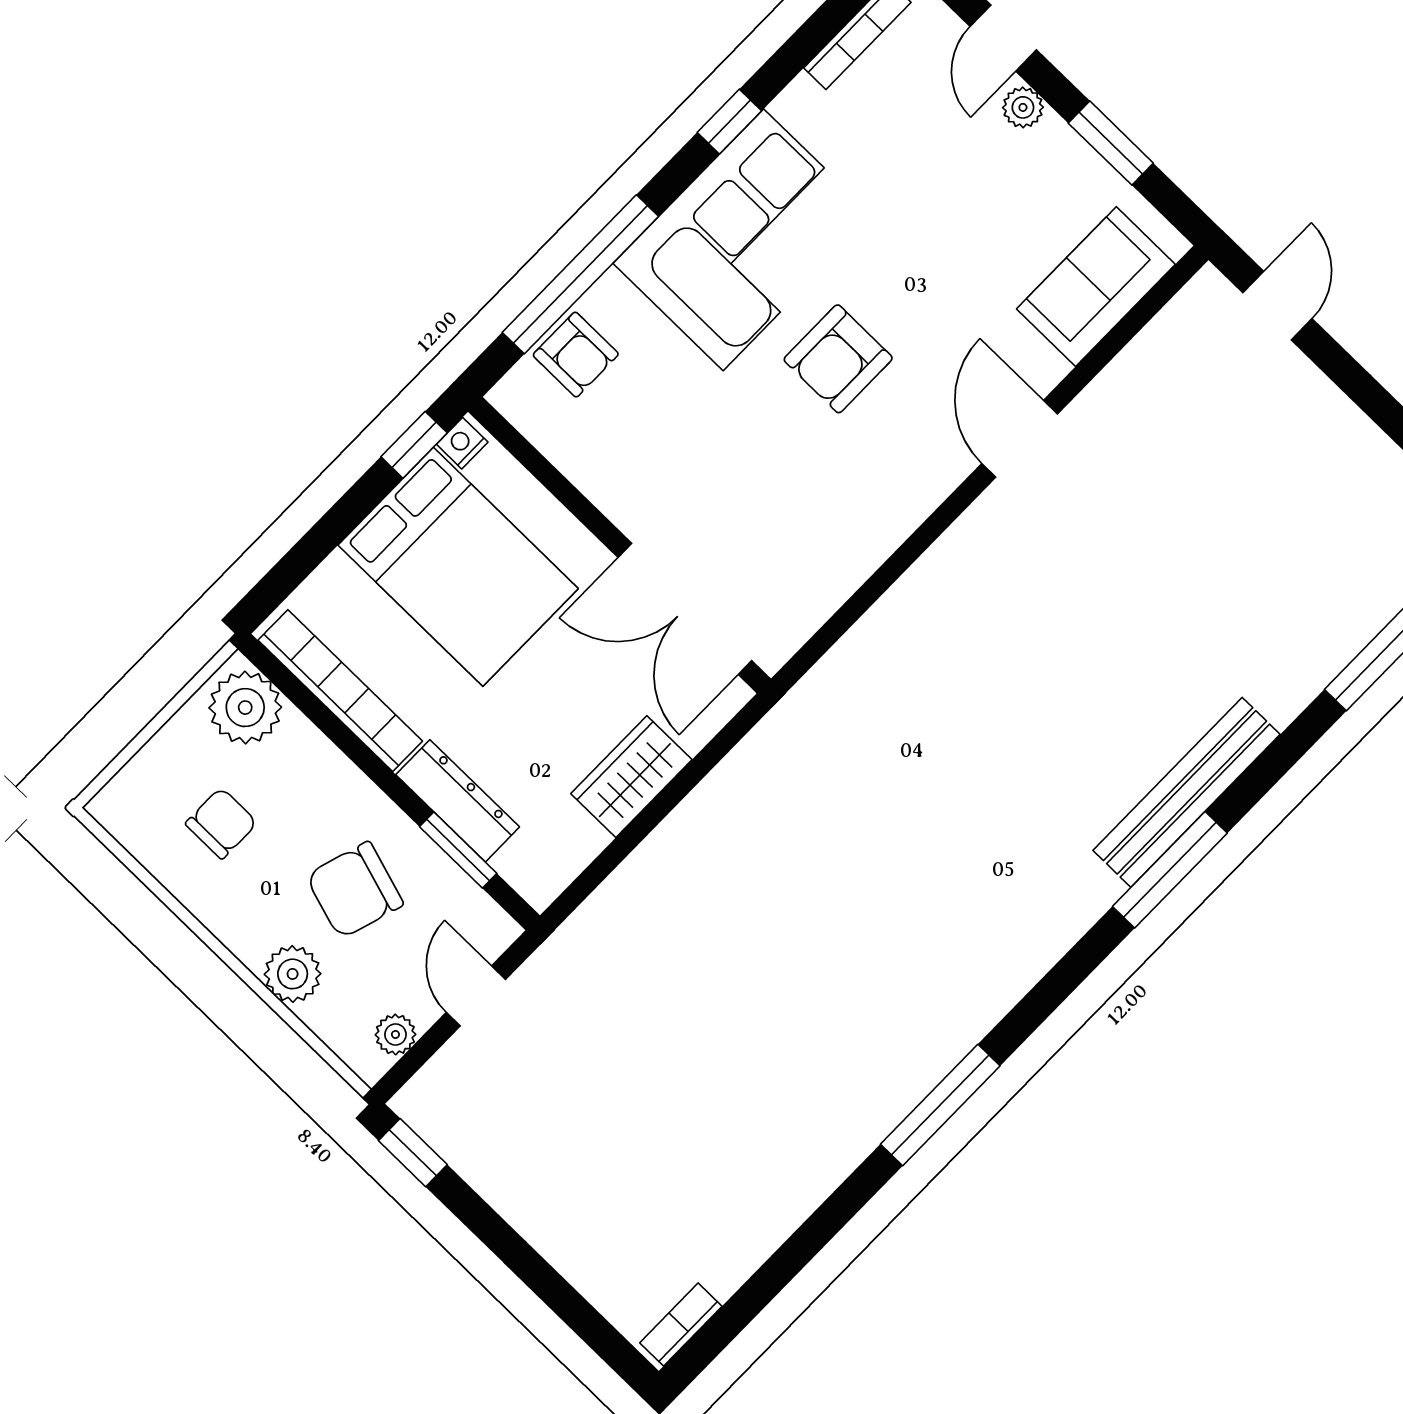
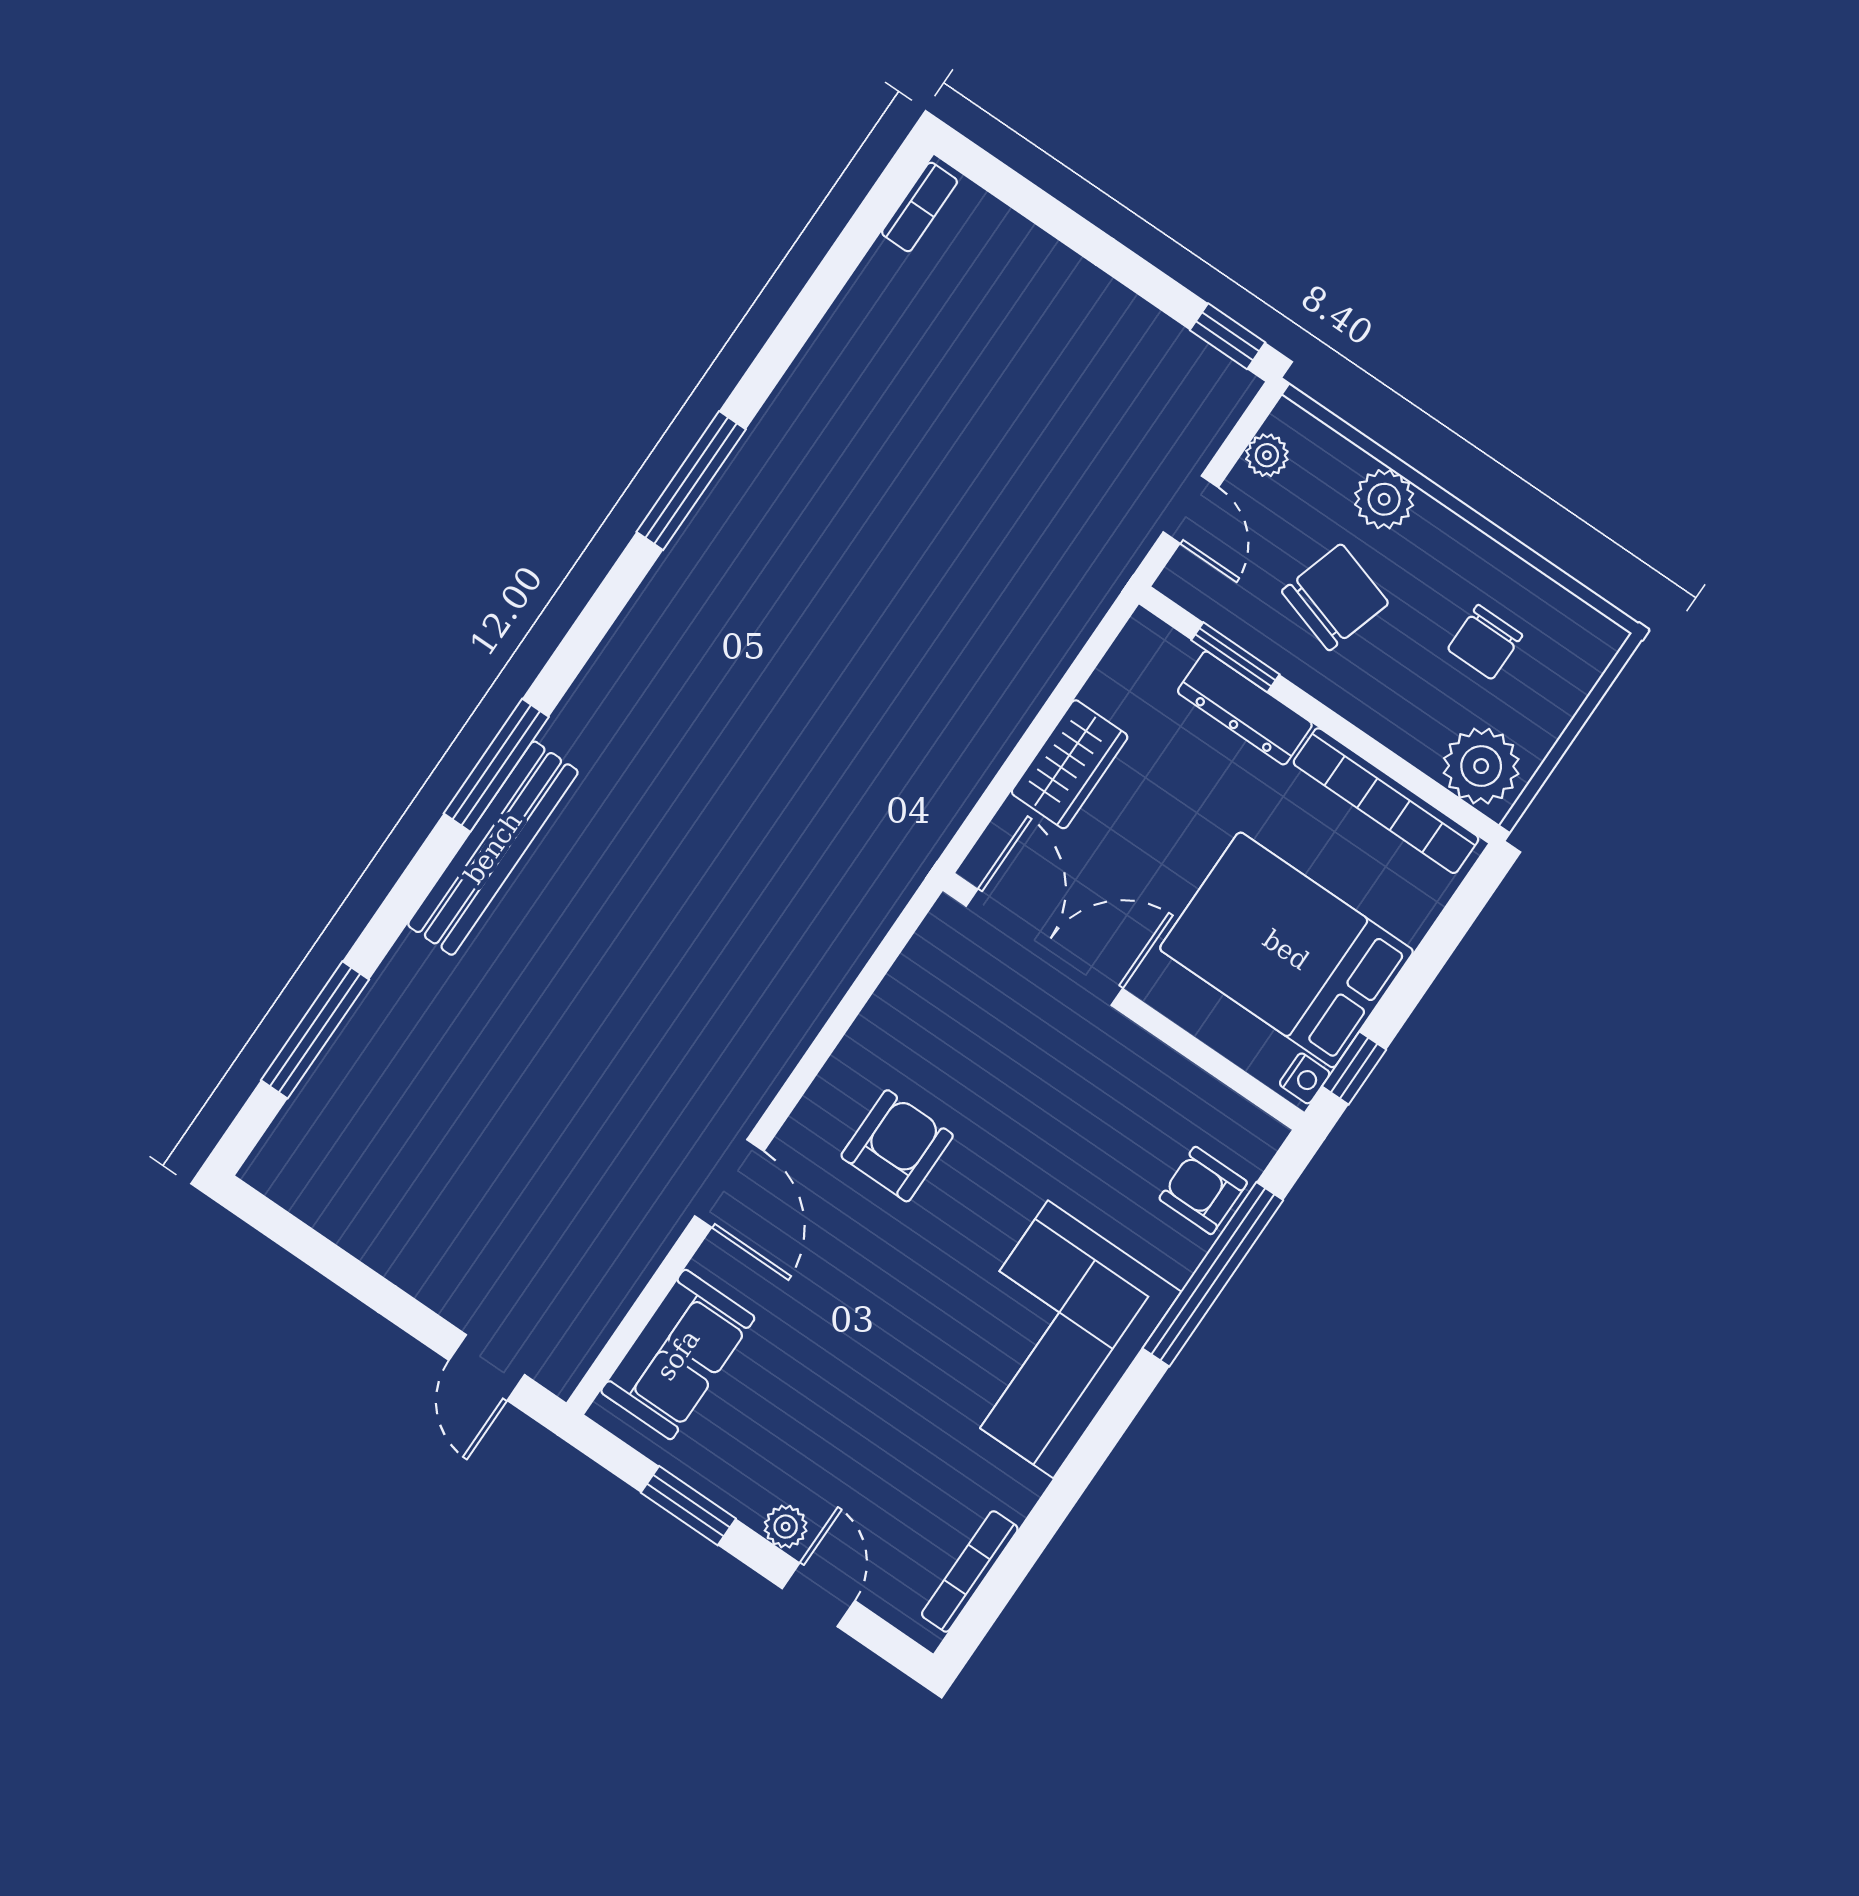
window: (729, 122) -> (1086, 1459), removed
armchair: (838, 359) -> (897, 1146), moved

